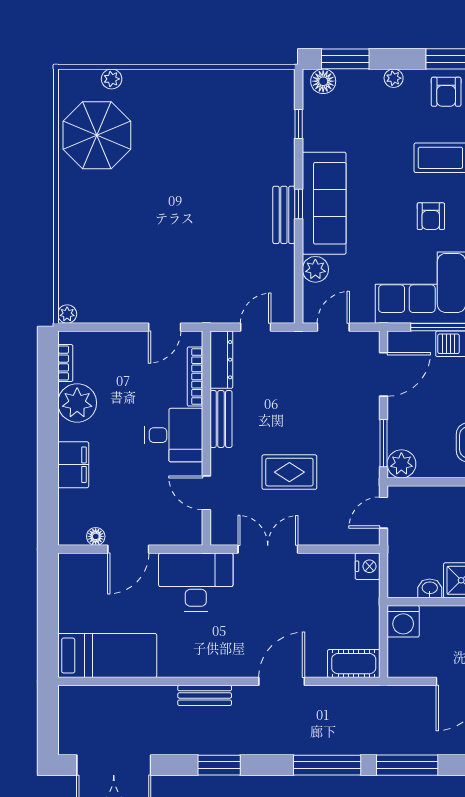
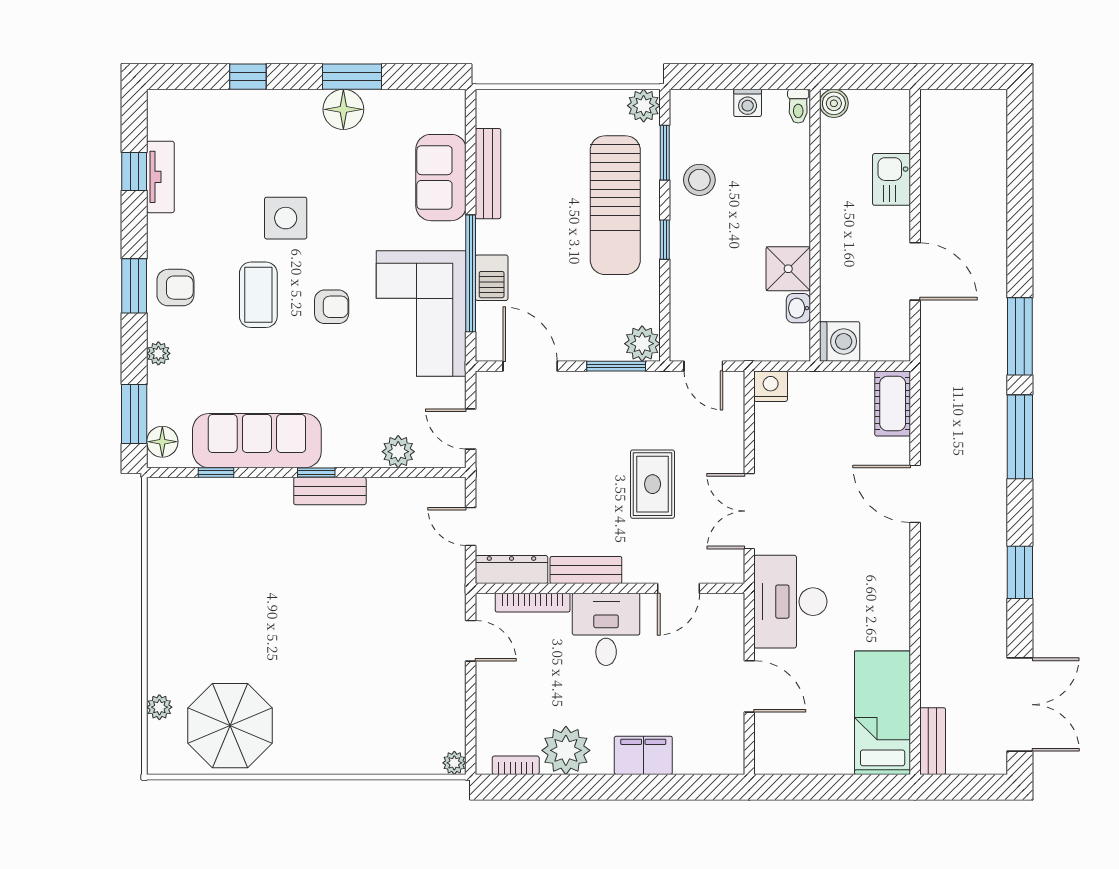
sofa: (324, 203) -> (257, 441), moved
floor lamp: (96, 536) -> (733, 727), removed
bench: (205, 695) -> (933, 741), moved

